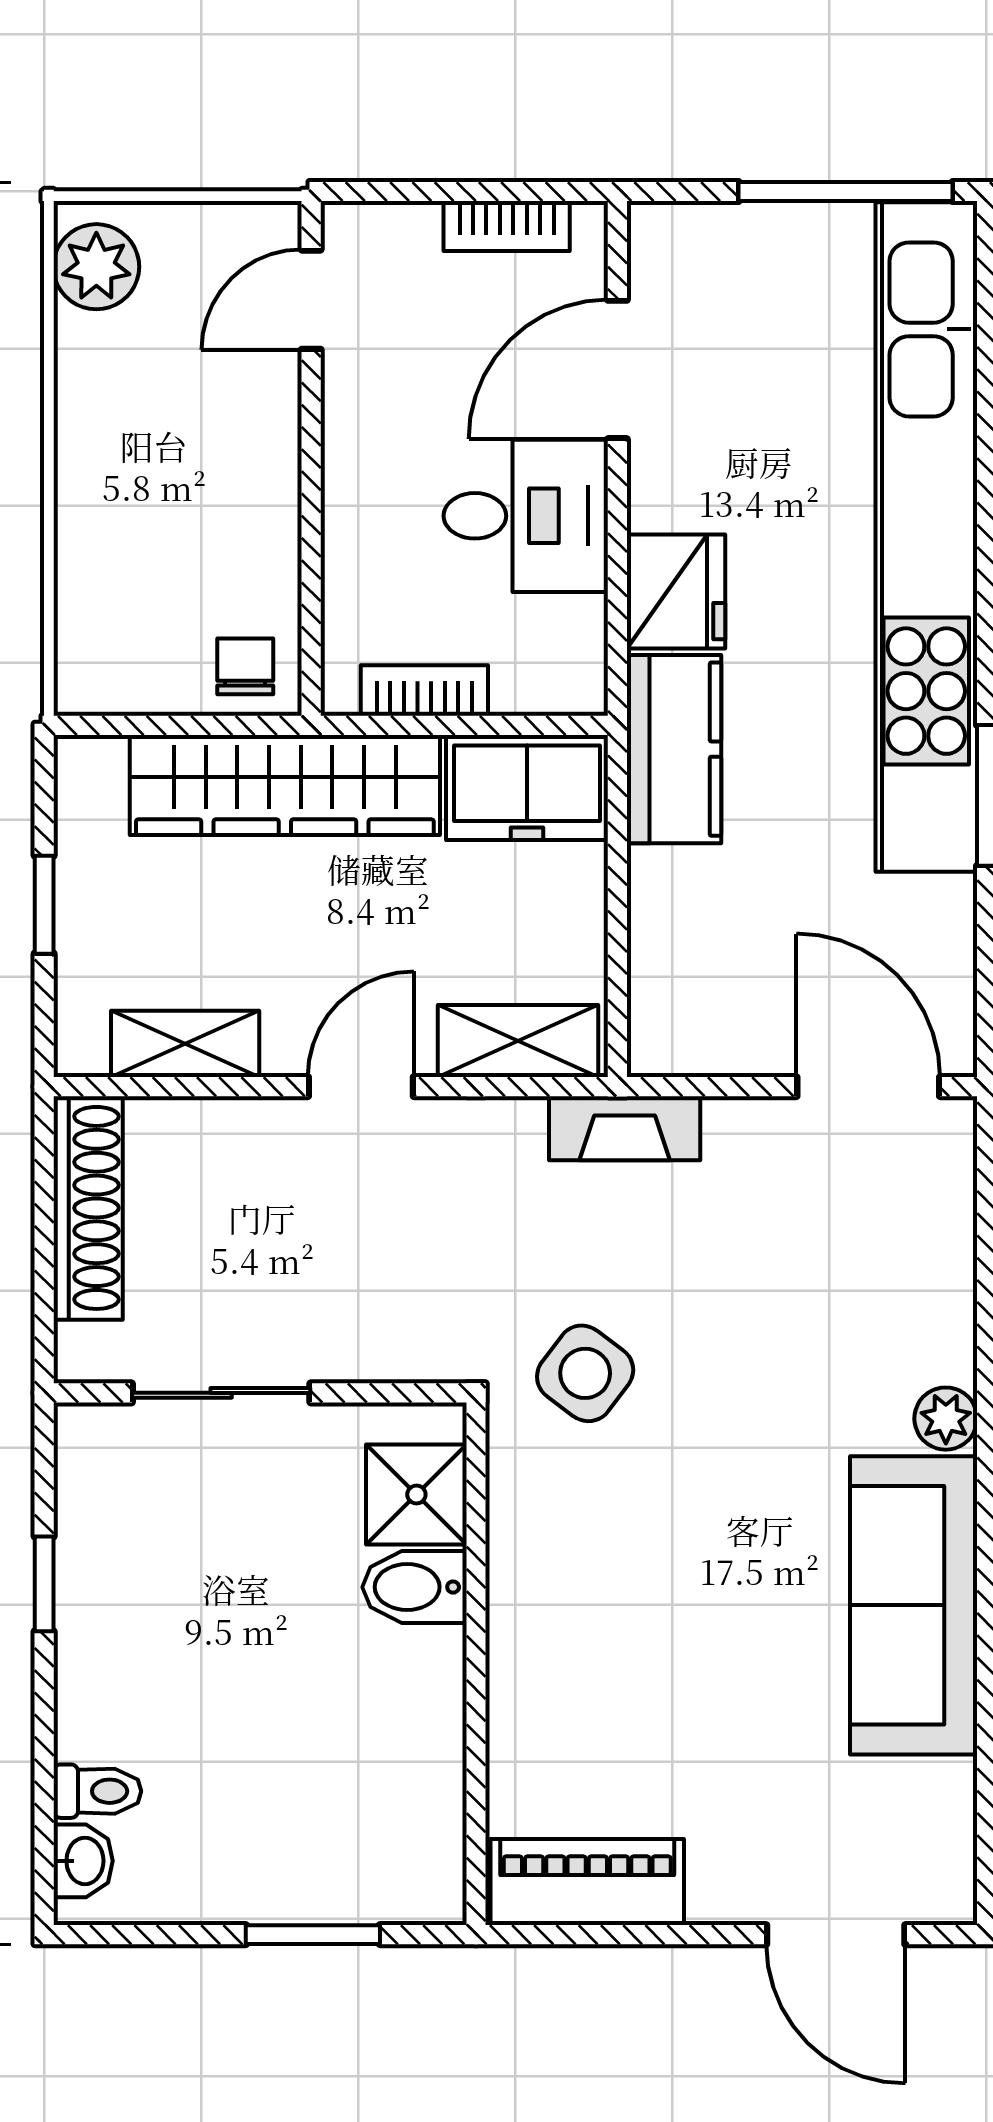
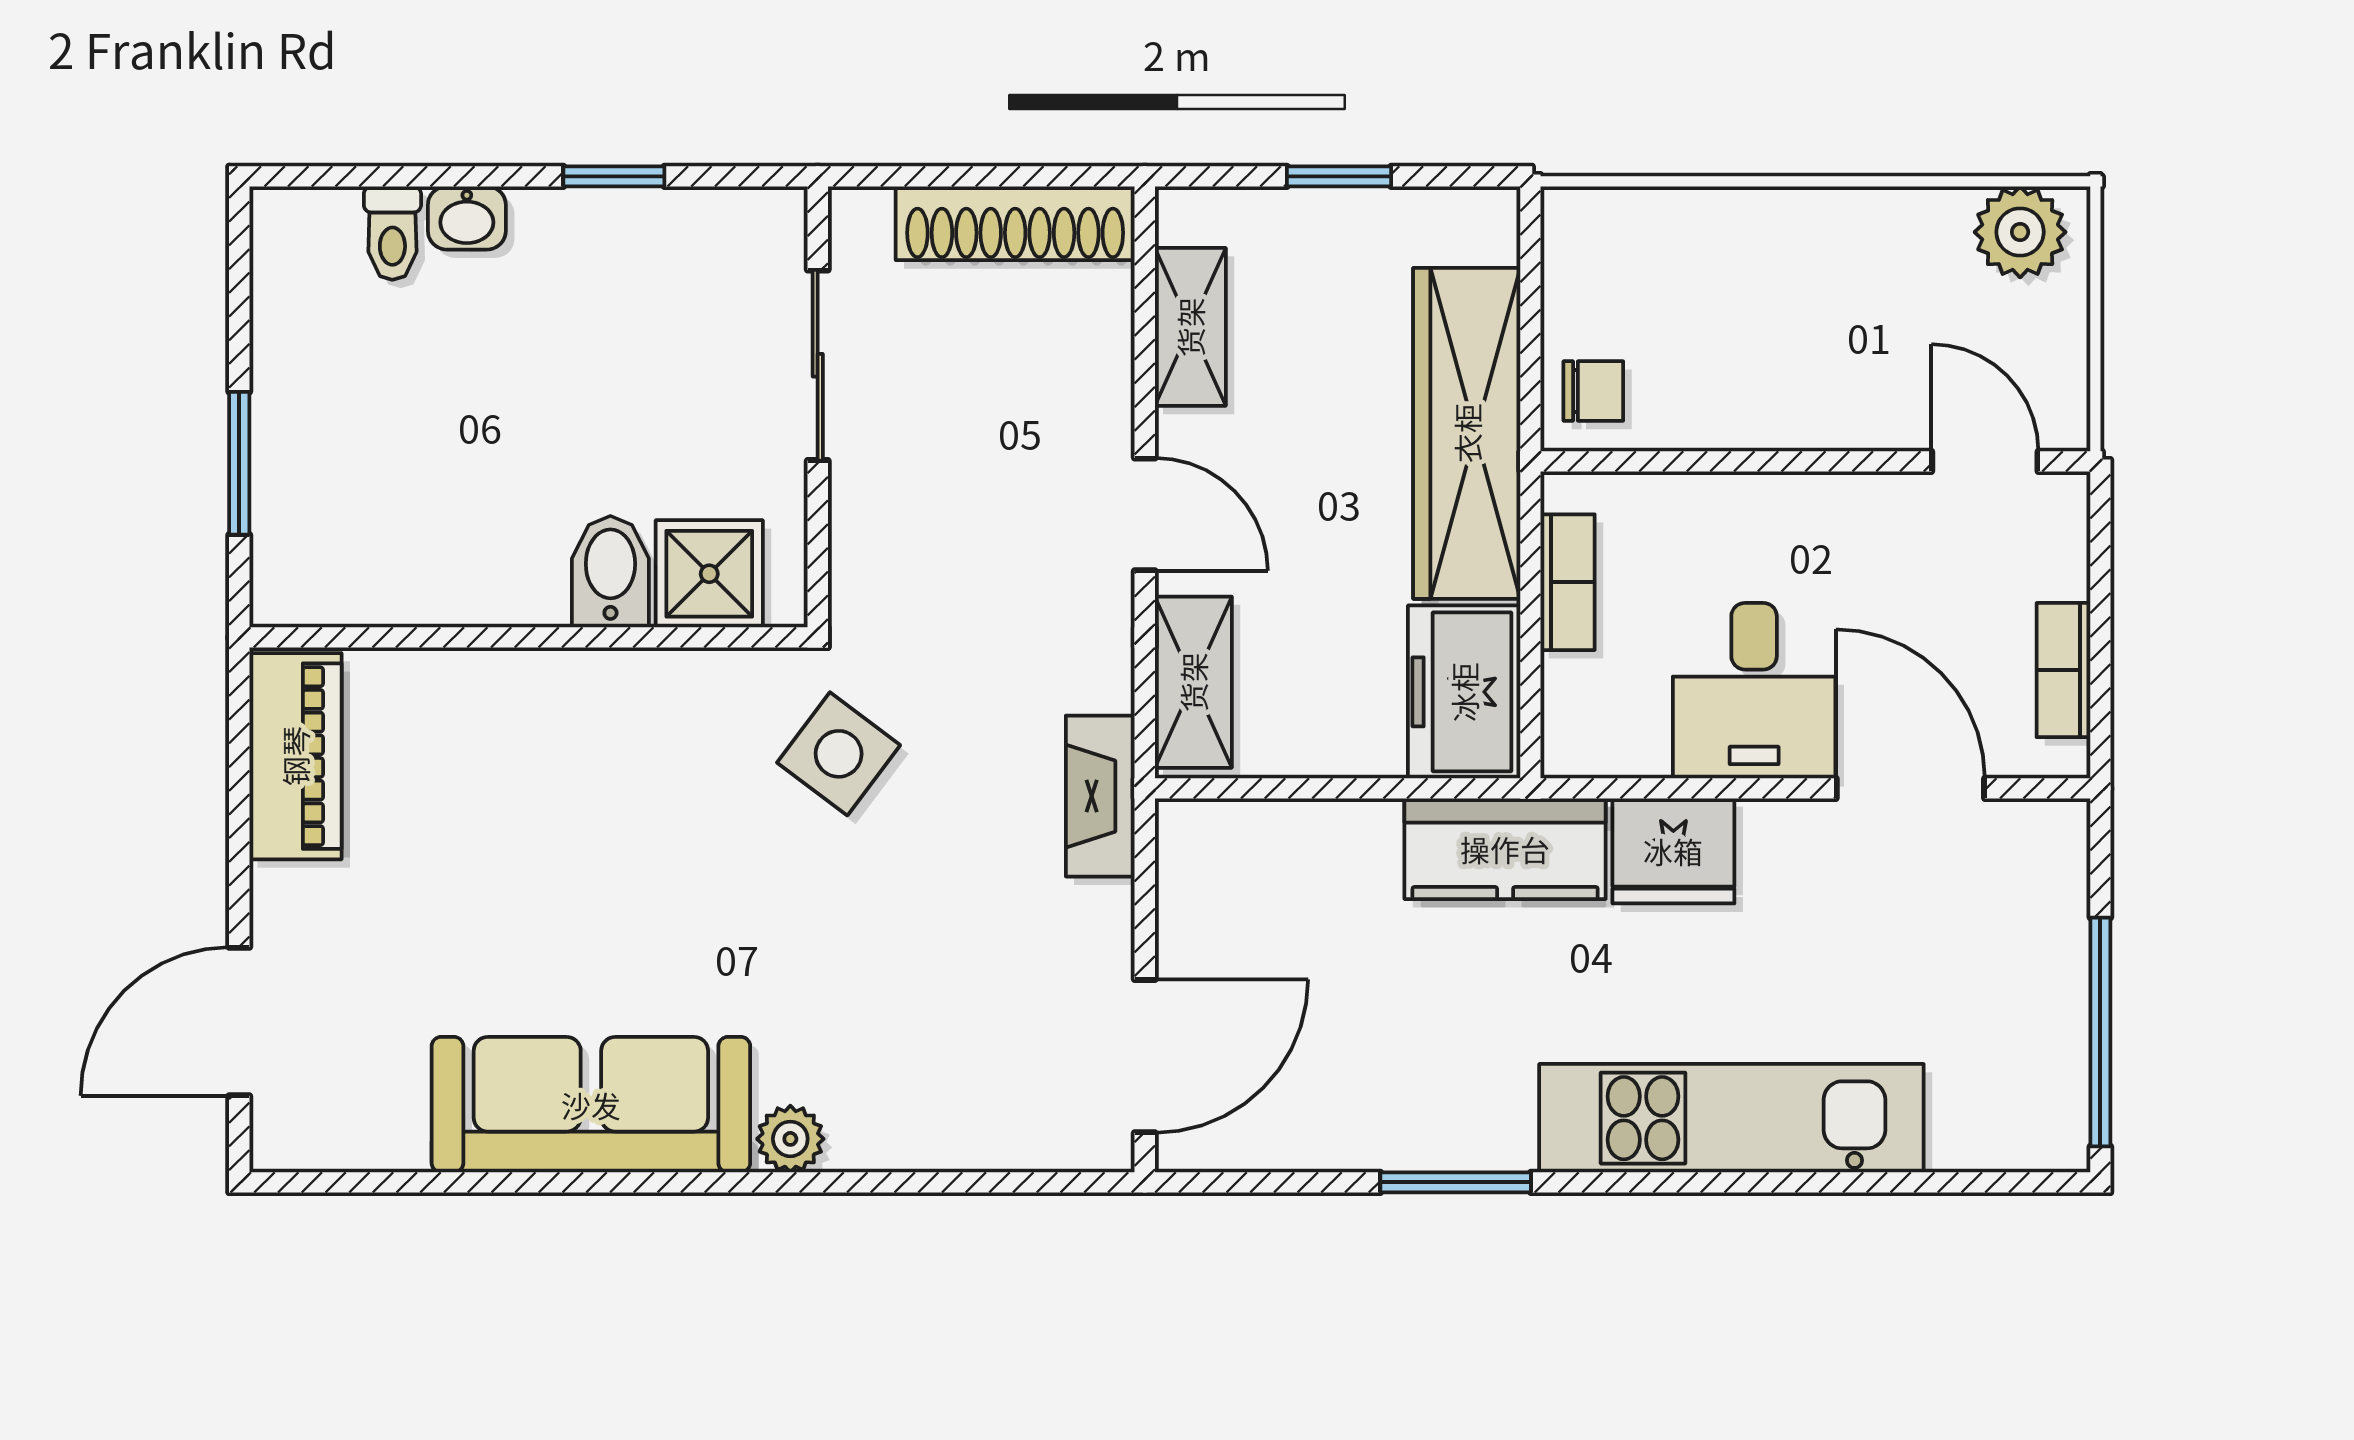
kitchen unit: (926, 537) -> (1731, 1118), width x0.54
washbasin: (83, 1861) -> (467, 218), moved

